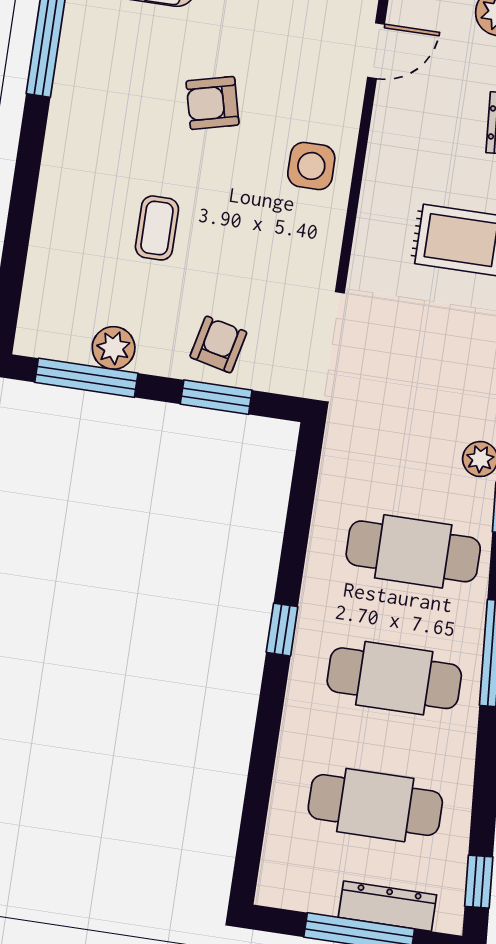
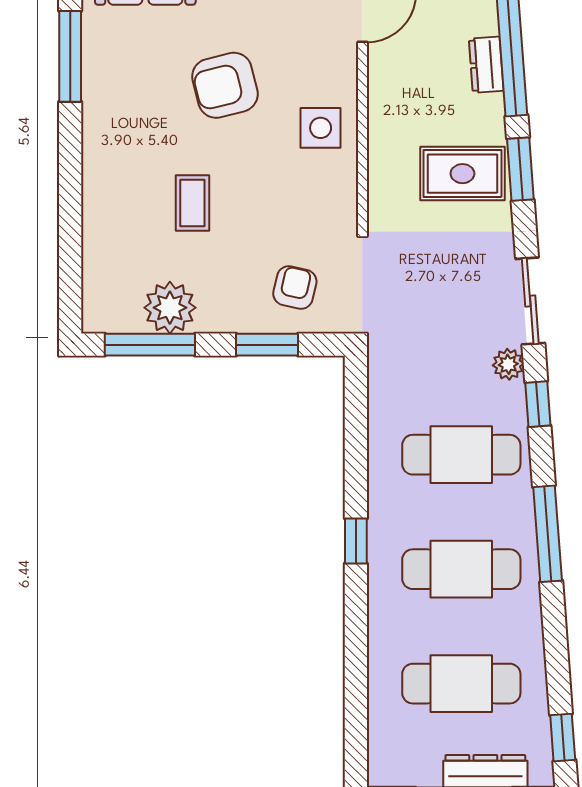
armchair: (212, 103) -> (225, 85), width x1.38, depth x1.38
armchair: (218, 344) -> (295, 288), moved
plant: (114, 348) -> (170, 308), width x1.36, depth x1.36

